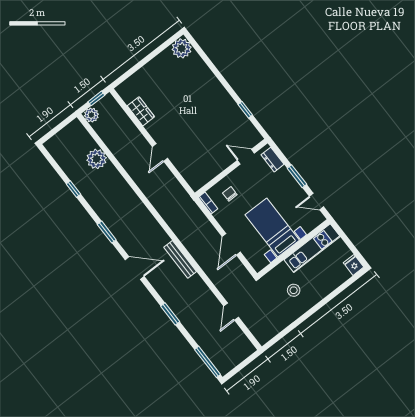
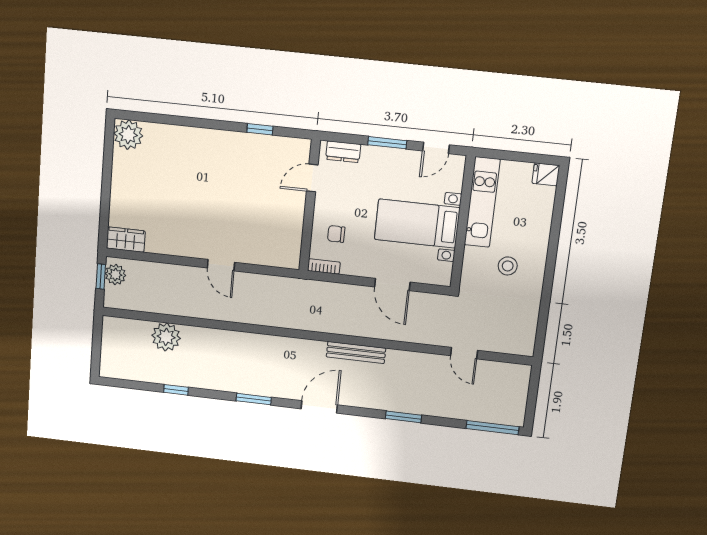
wardrobe: (141, 111) -> (126, 240), moved
plant: (91, 115) -> (115, 275), moved

